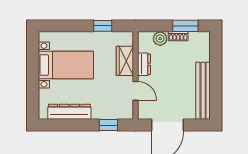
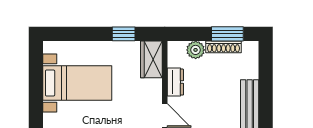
shoe rack: (178, 36) -> (224, 47), width x1.43
wardrobe: (125, 61) -> (151, 59), moved

